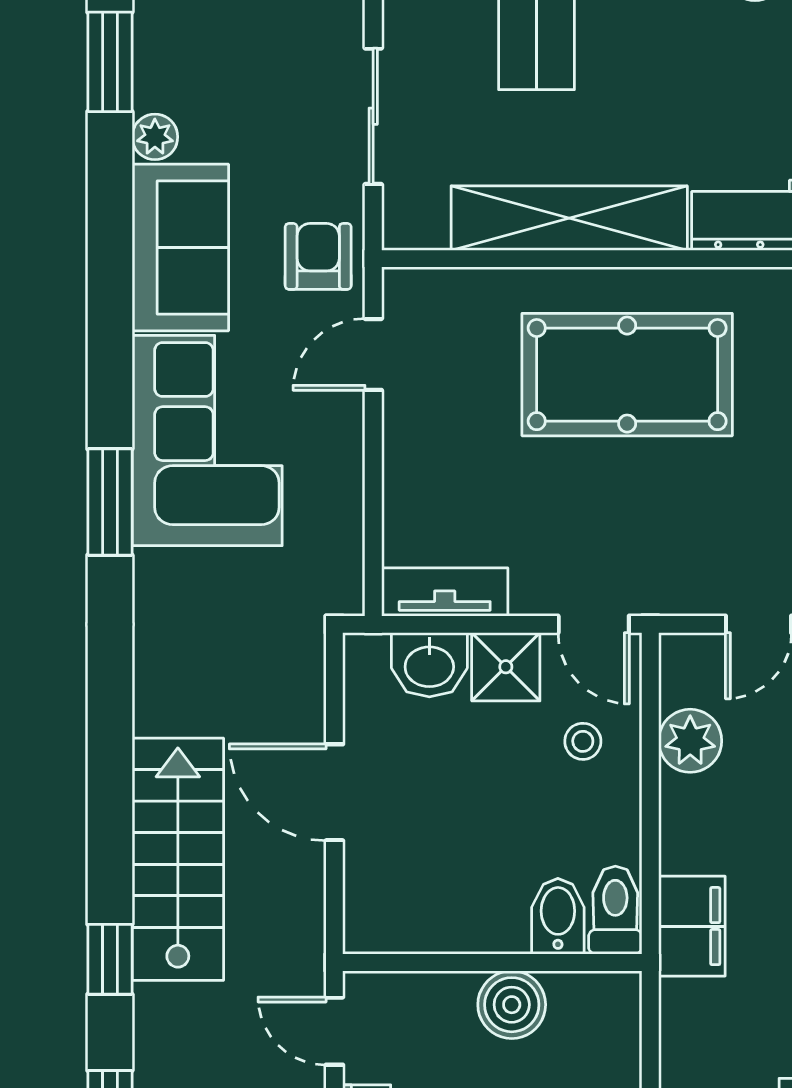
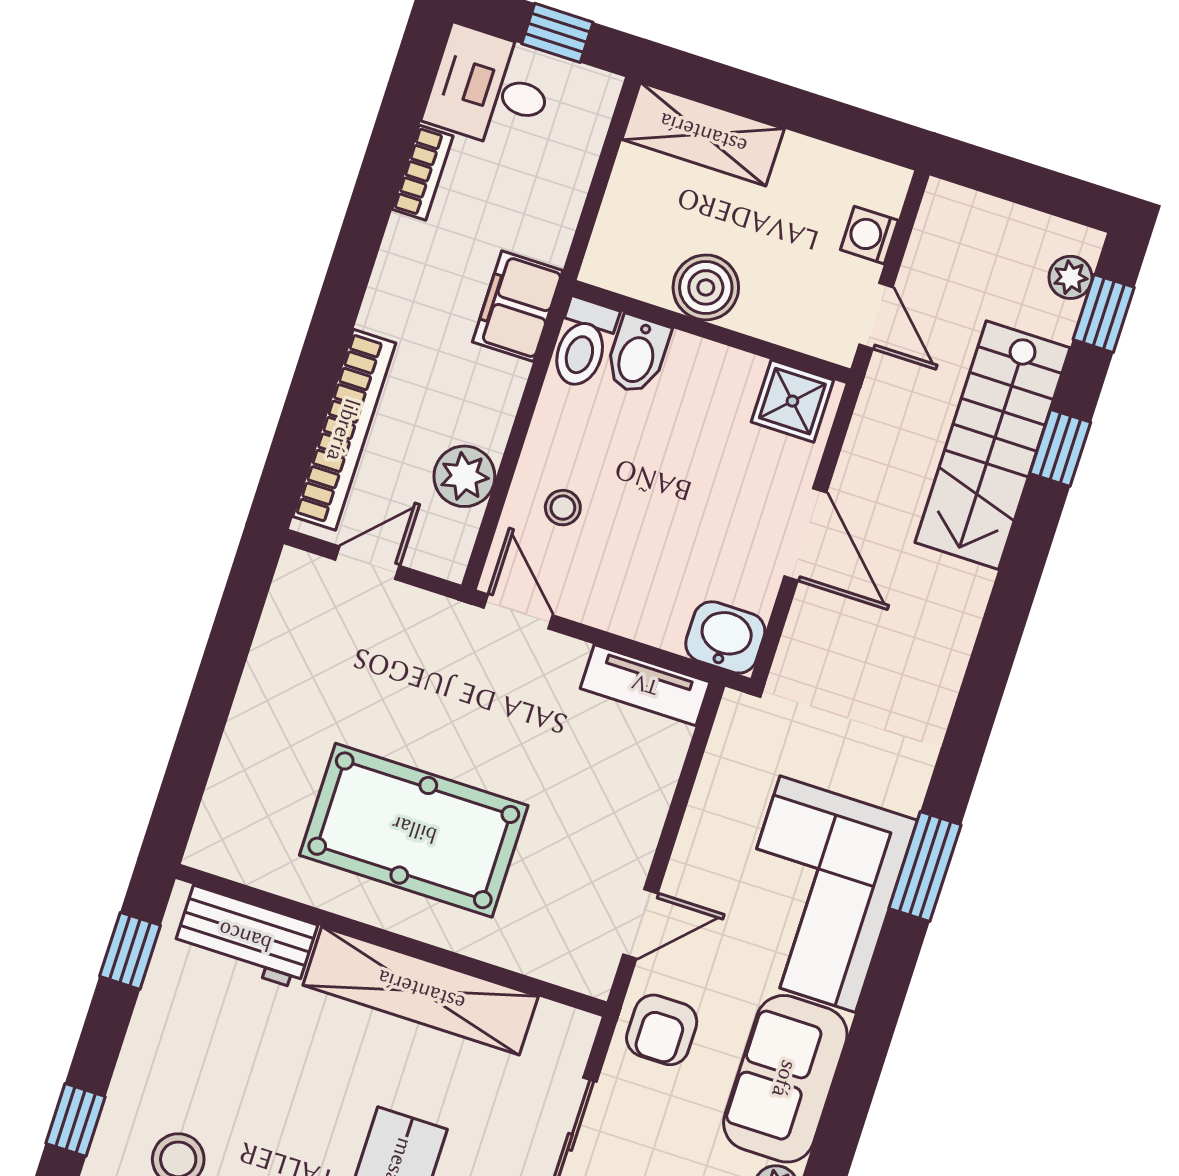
washbasin: (429, 665) -> (725, 637), moved
shower: (506, 667) -> (792, 401), moved
stairs: (178, 859) -> (992, 445), moved

